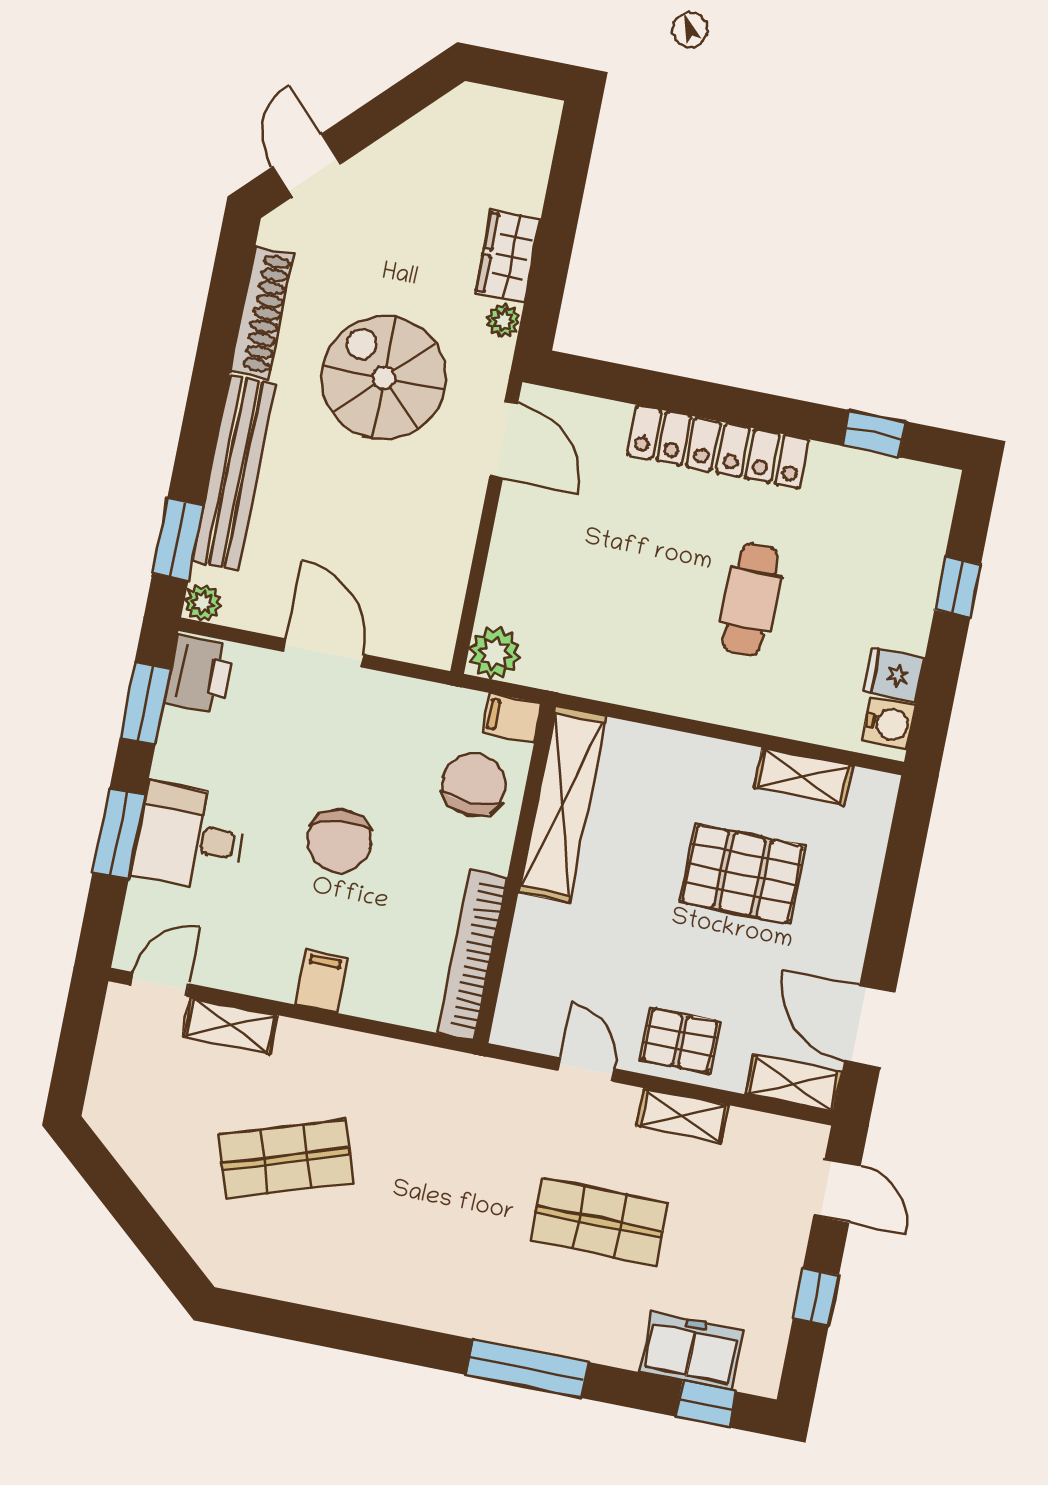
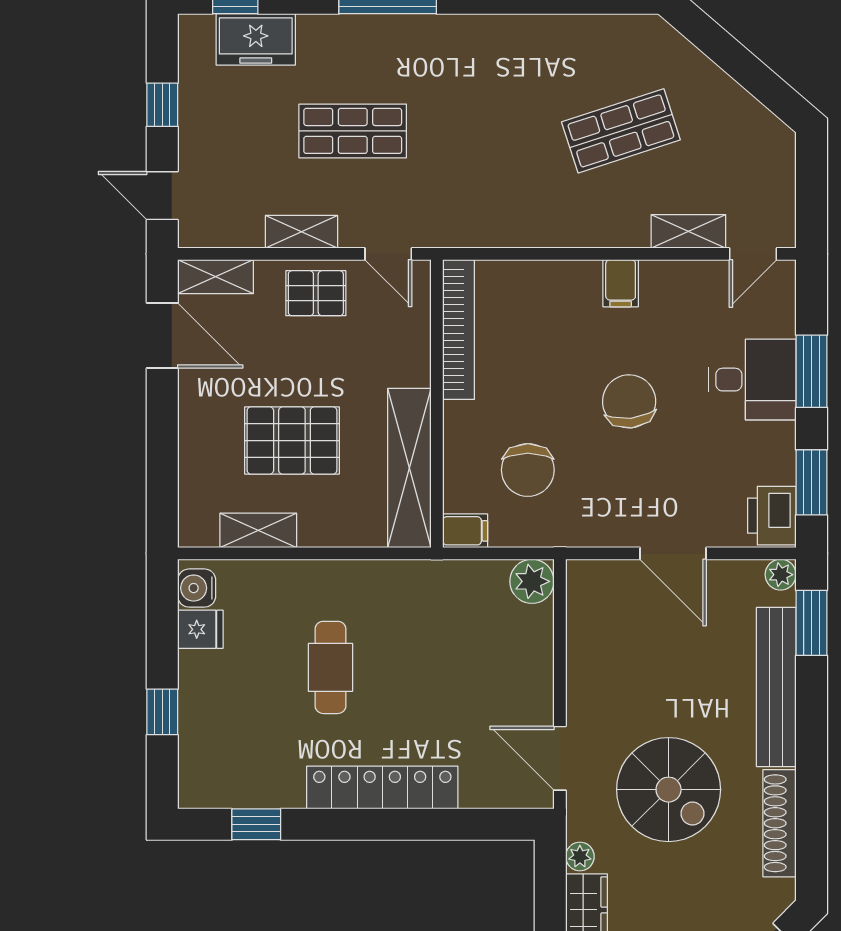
filing cabinet: (512, 718) -> (465, 531), moved
shelving: (562, 804) -> (409, 468), moved
wall: (515, 873) -> (437, 404), moved
bookcase: (473, 955) -> (459, 330), moved

